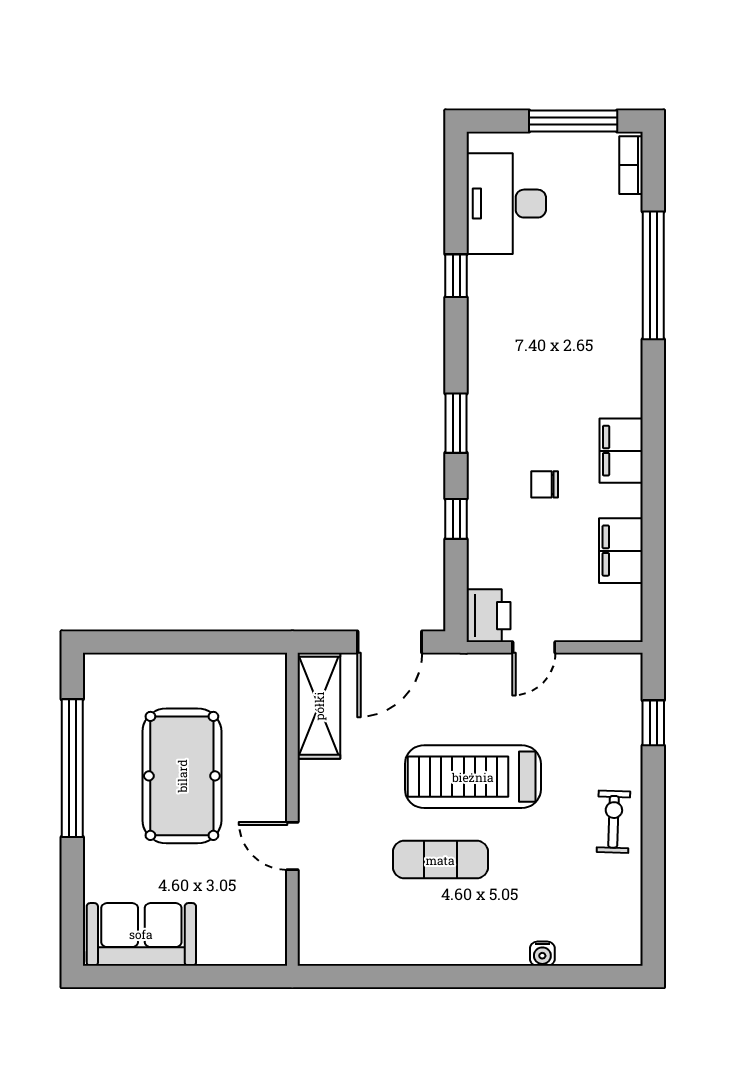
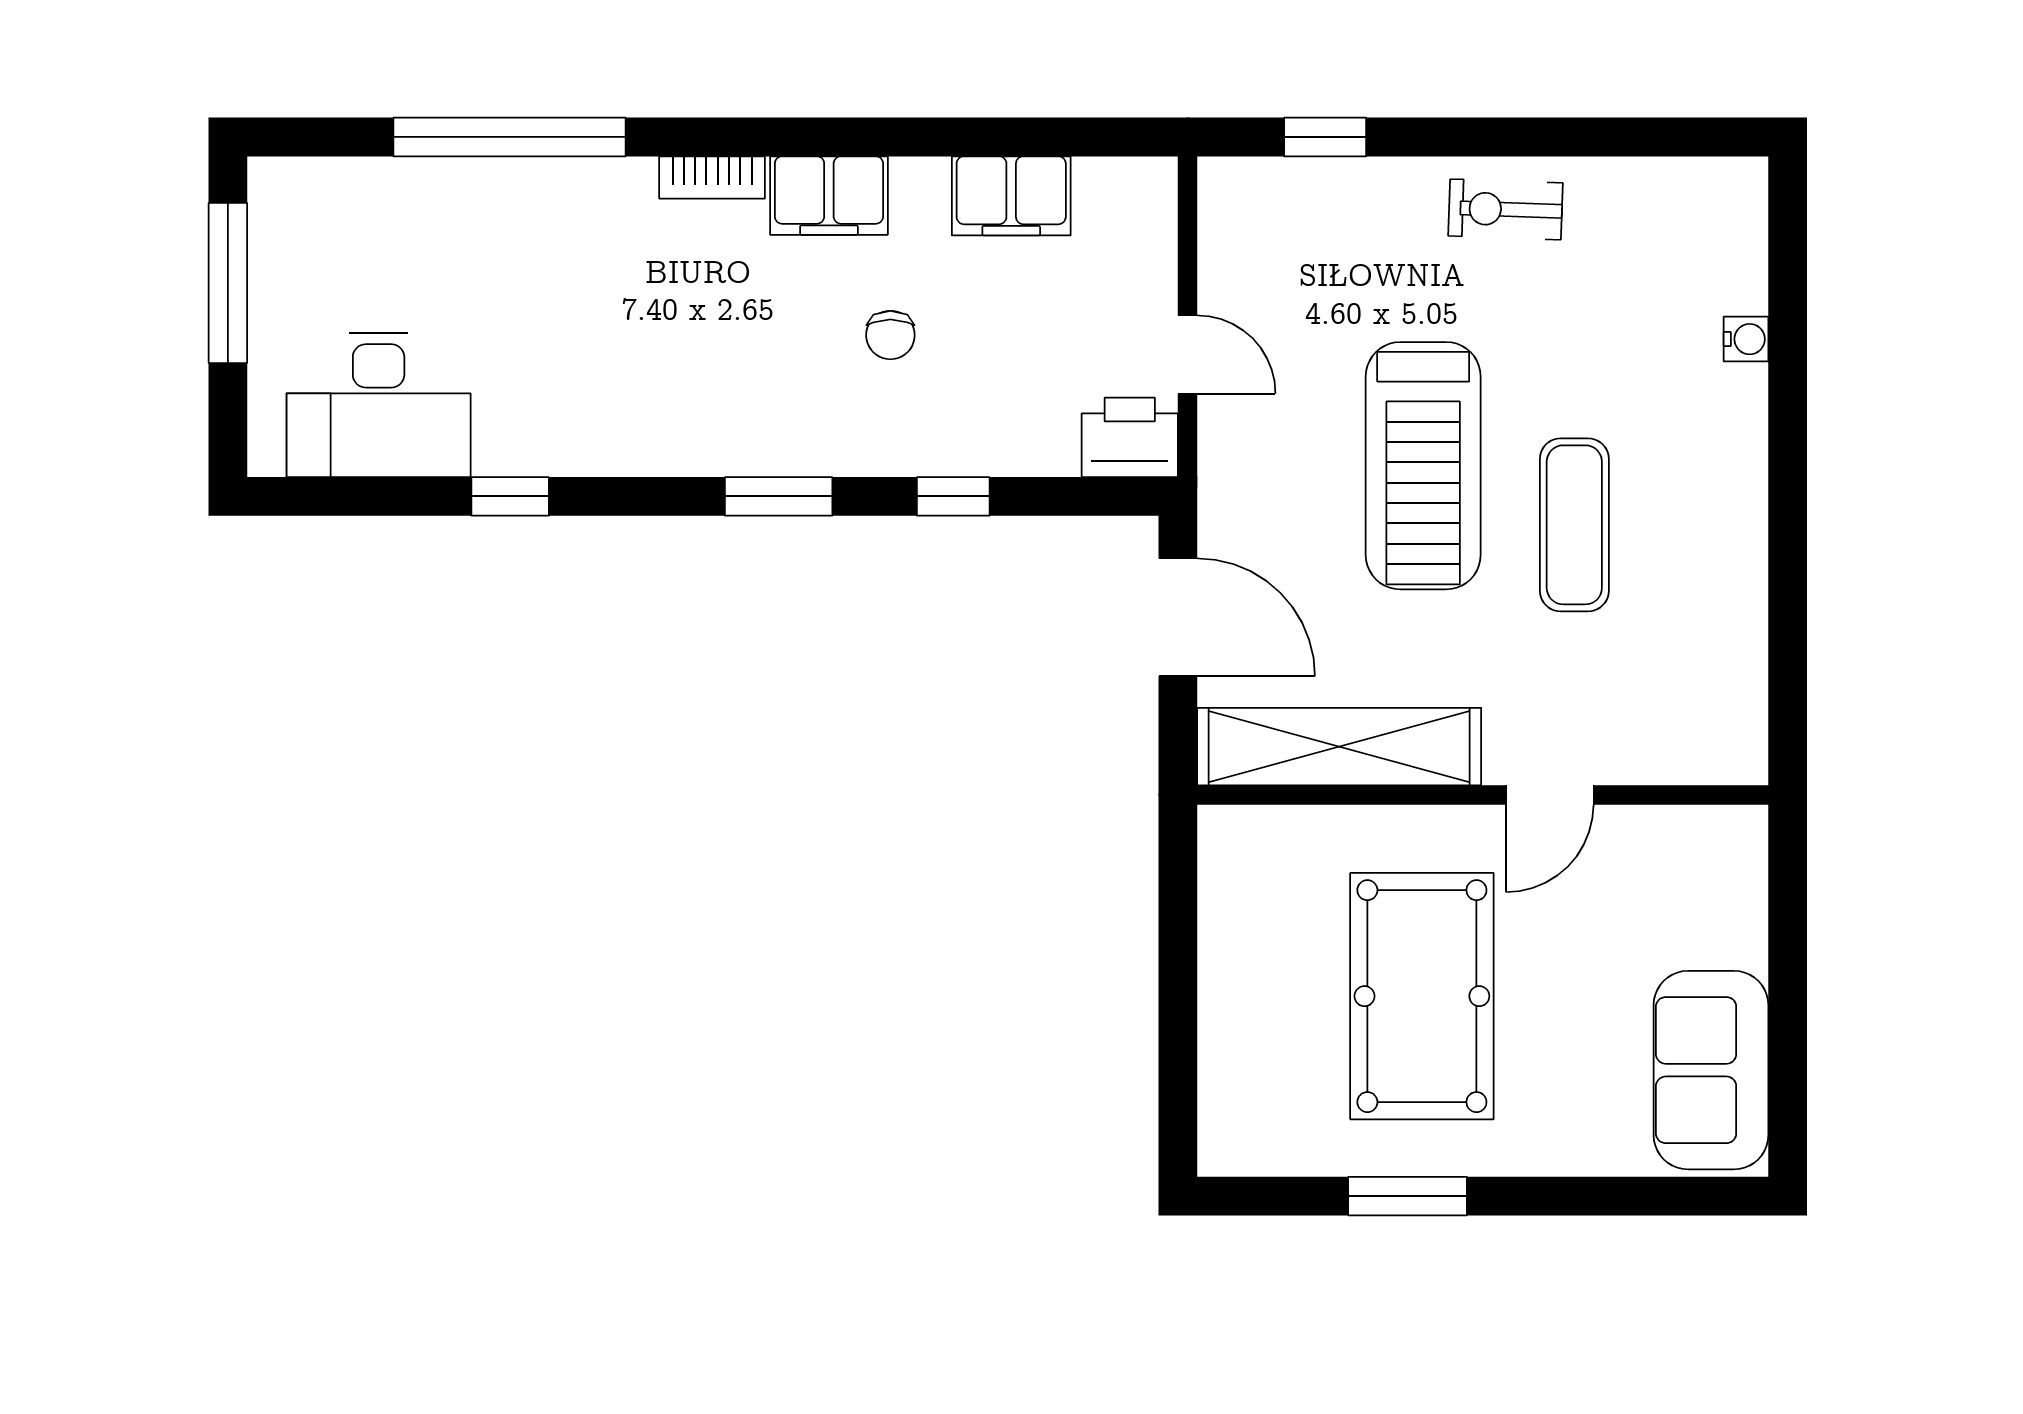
bookcase: (631, 165) -> (712, 177), moved
shelving: (319, 706) -> (1339, 747), width x1.47
window: (72, 768) -> (1408, 1196), width x0.47
pool table: (182, 776) -> (1422, 996), turned 90

